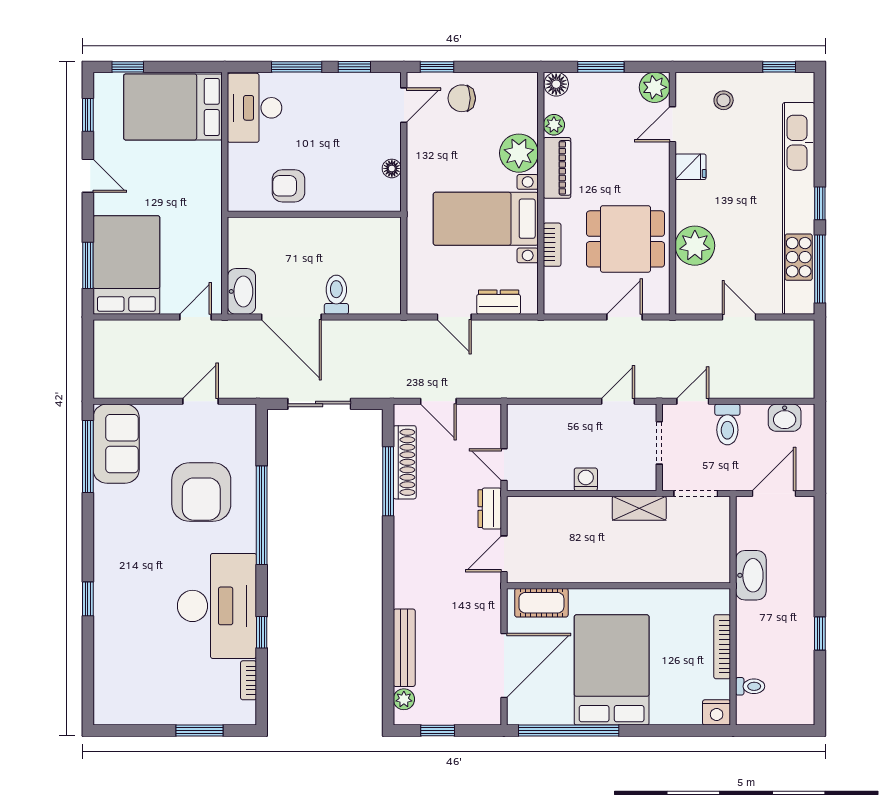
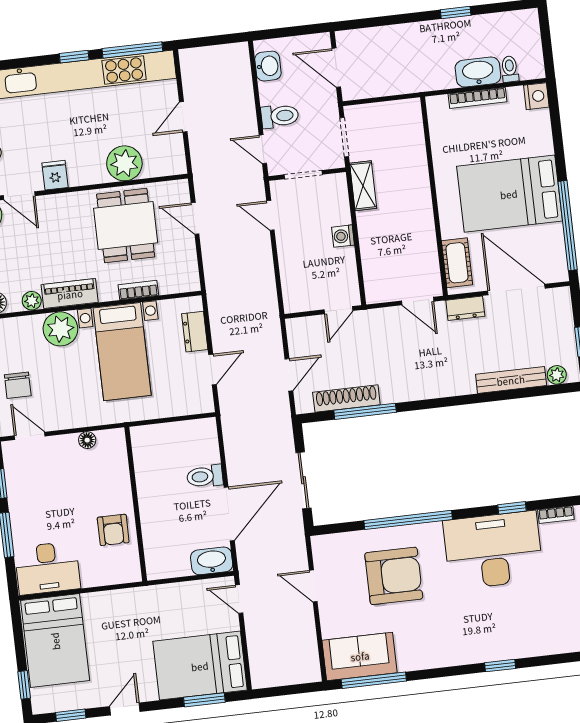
dresser: (490, 509) -> (465, 308), moved
washbasin: (751, 575) -> (478, 72), moved

